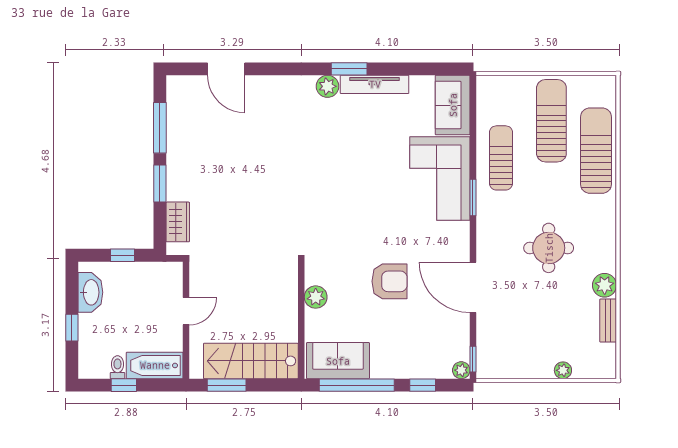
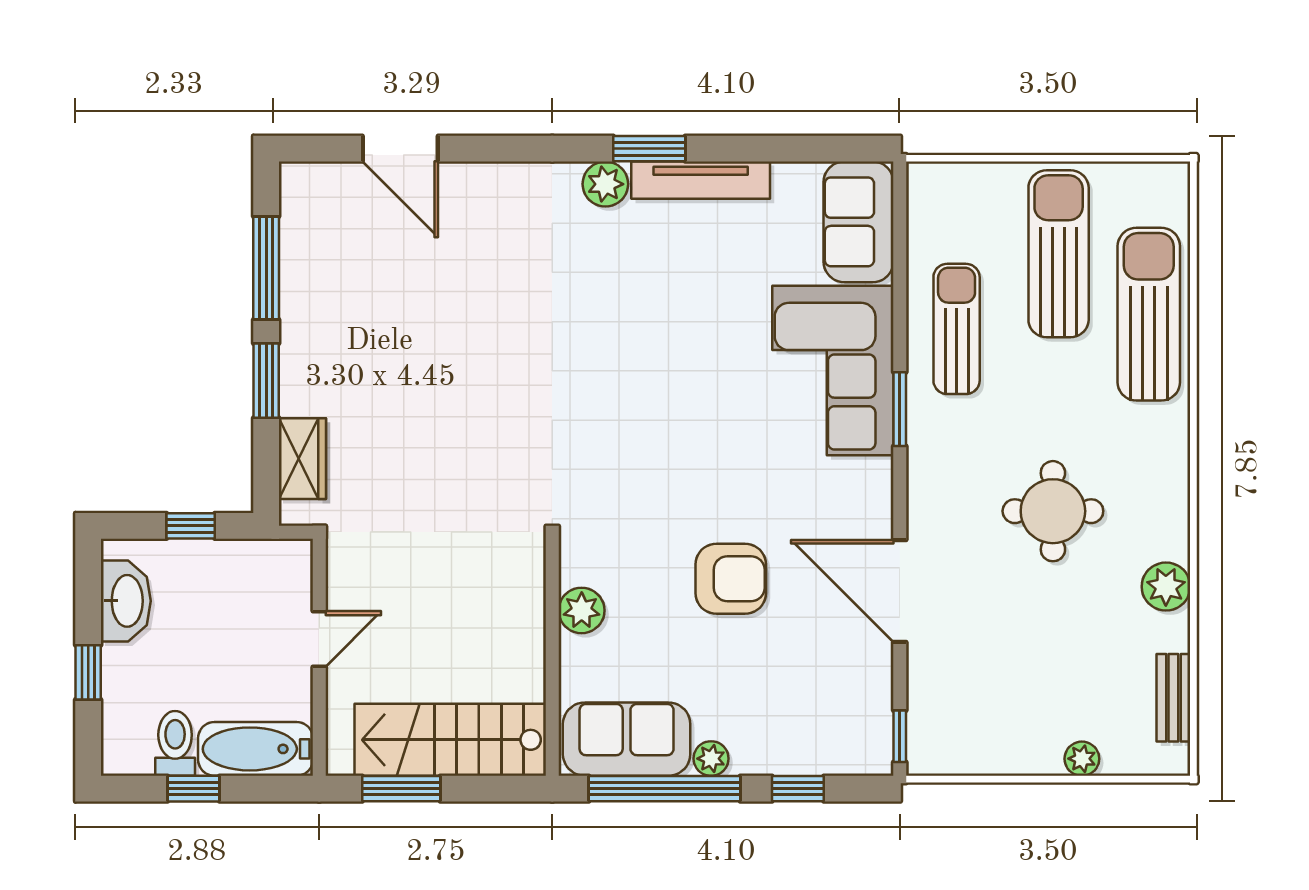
bench: (608, 321) -> (1173, 698), moved
toilet: (117, 367) -> (175, 743), width x1.37, depth x1.39
plant: (461, 370) -> (711, 759), moved

